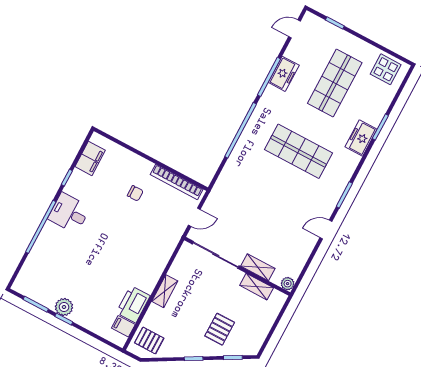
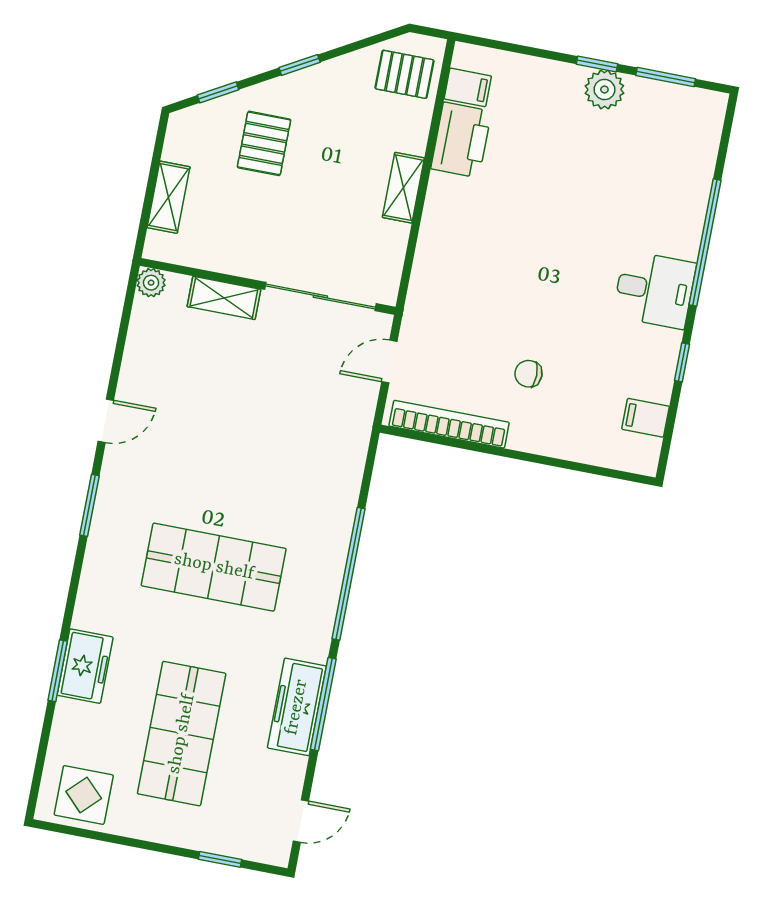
freezer: (284, 74) -> (297, 707), width x1.40
freezer: (361, 138) -> (85, 666), moved
filing cabinet: (90, 158) -> (646, 418), width x0.50
shelving: (257, 287) -> (169, 197), moved, turned 90

